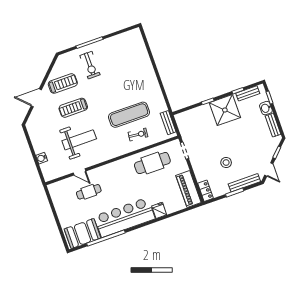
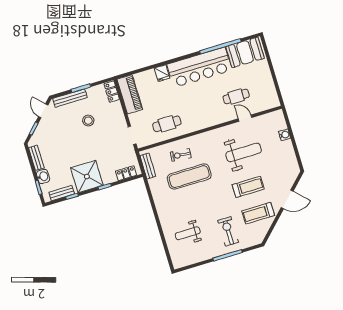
weight bench: (128, 61) -> (188, 233), added
locker: (188, 115) -> (126, 173), added
weight bench: (79, 140) -> (244, 152), turned 180
cafe table: (152, 163) -> (167, 124), width x0.73, depth x0.74

